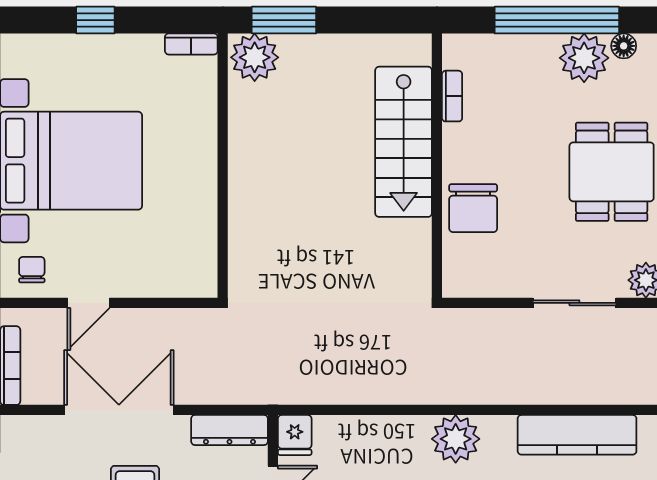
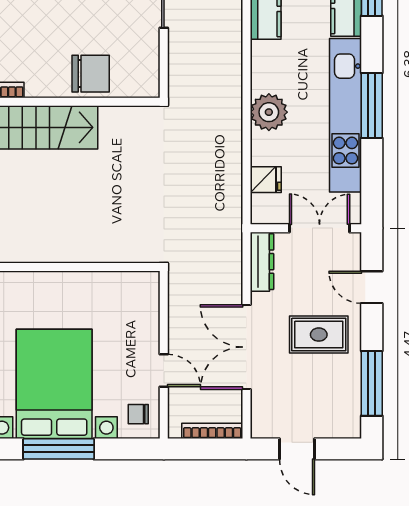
fridge: (295, 435) -> (266, 180), moved
plant: (456, 439) -> (269, 112), moved

